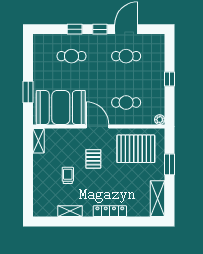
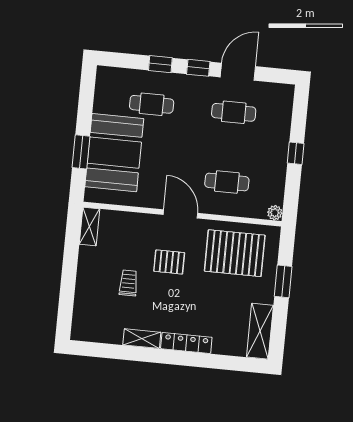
booth: (61, 108) -> (114, 153), moved, turned 90
pallet: (93, 159) -> (169, 262), turned 90
shelving: (70, 211) -> (142, 339), moved

